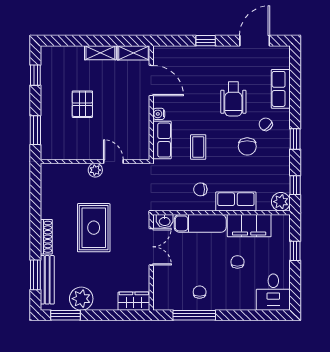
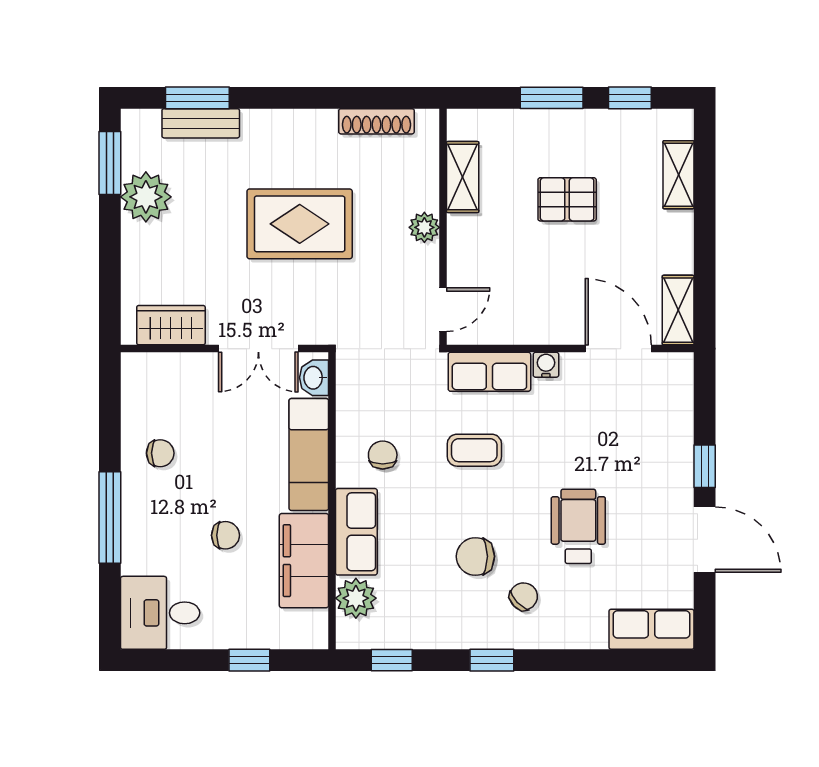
door: (255, 41) -> (705, 540), moved
shelving: (100, 53) -> (678, 175), moved
door: (151, 81) -> (618, 349), swing flipped
row of seats: (281, 89) -> (652, 629), moved
wheelchair: (233, 99) -> (578, 526), turned 90
window: (35, 130) -> (552, 98), moved
shelving: (72, 152) -> (463, 177), added
door: (113, 161) -> (443, 310), moved
plant: (281, 202) -> (356, 598), moved
shoe rack: (46, 237) -> (376, 121), moved
bench: (47, 280) -> (201, 123), width x0.73
wardrobe: (134, 301) -> (171, 325), moved, turned -90
window: (194, 315) -> (110, 518), moved

